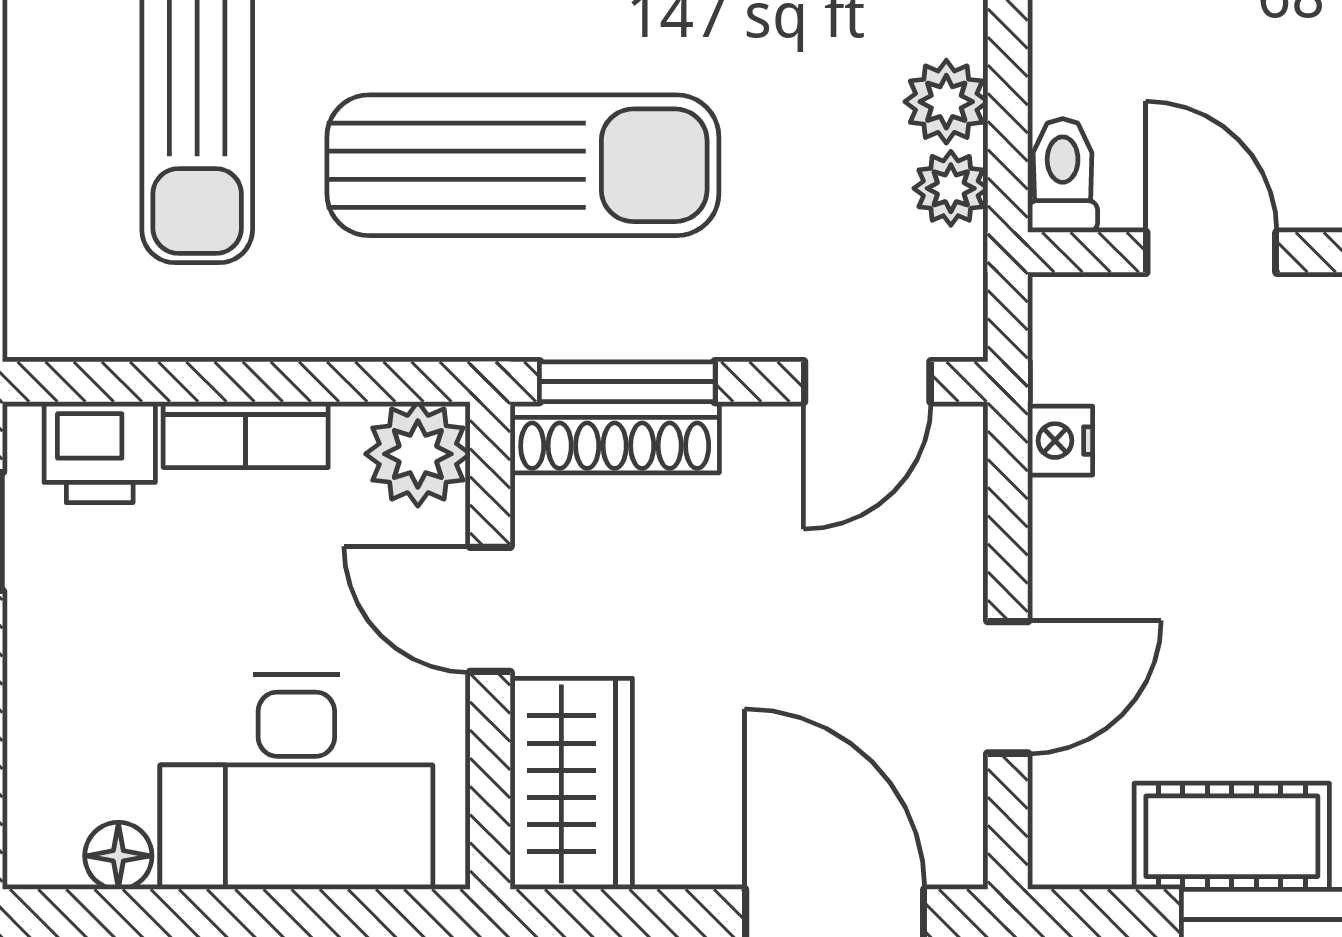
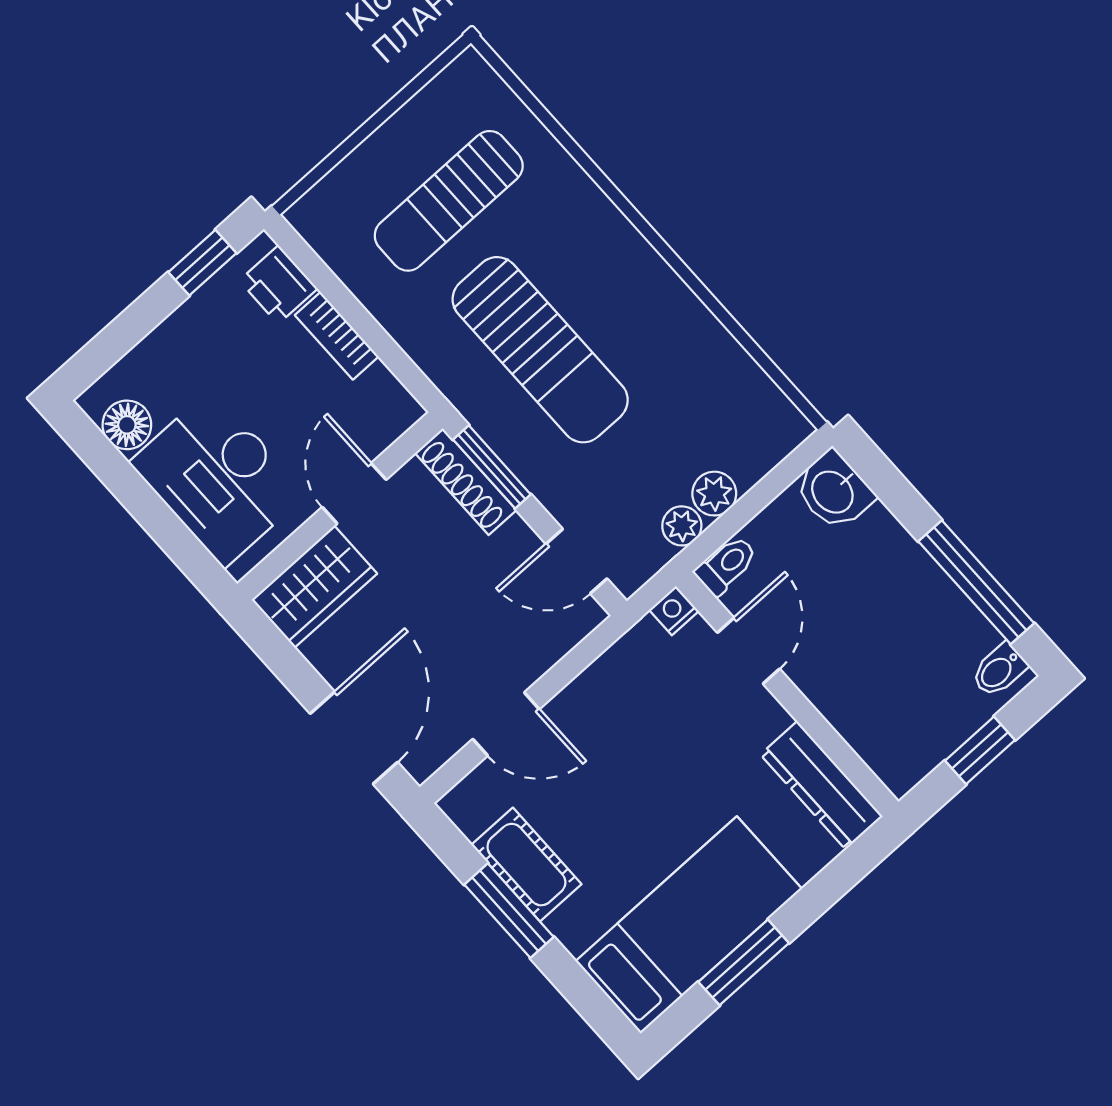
nightstand: (1060, 441) -> (674, 611), moved
plant: (418, 454) -> (390, 410), removed
floor lamp: (118, 856) -> (127, 425), width x1.37, depth x1.37

